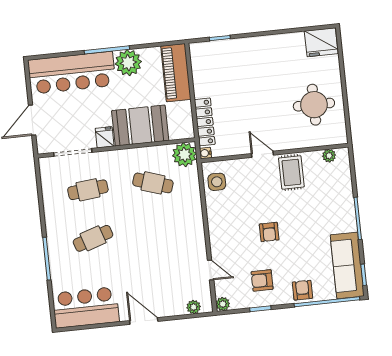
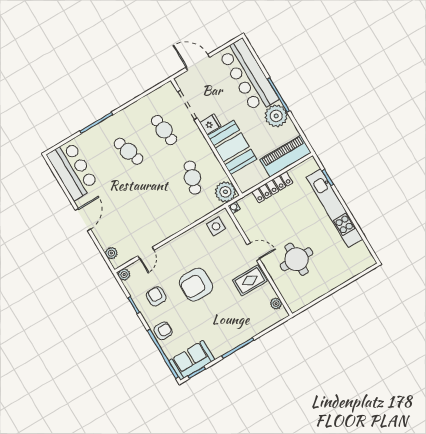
fridge: (321, 42) -> (361, 257), removed
kitchen unit: (256, 46) -> (334, 208), added
round table: (314, 105) -> (297, 259), moved
locker: (205, 122) -> (272, 187), moved
door: (262, 154) -> (253, 252), hinge flipped
armchair: (269, 232) -> (196, 285), width x1.88, depth x1.88
sofa: (347, 265) -> (192, 360), width x0.73

